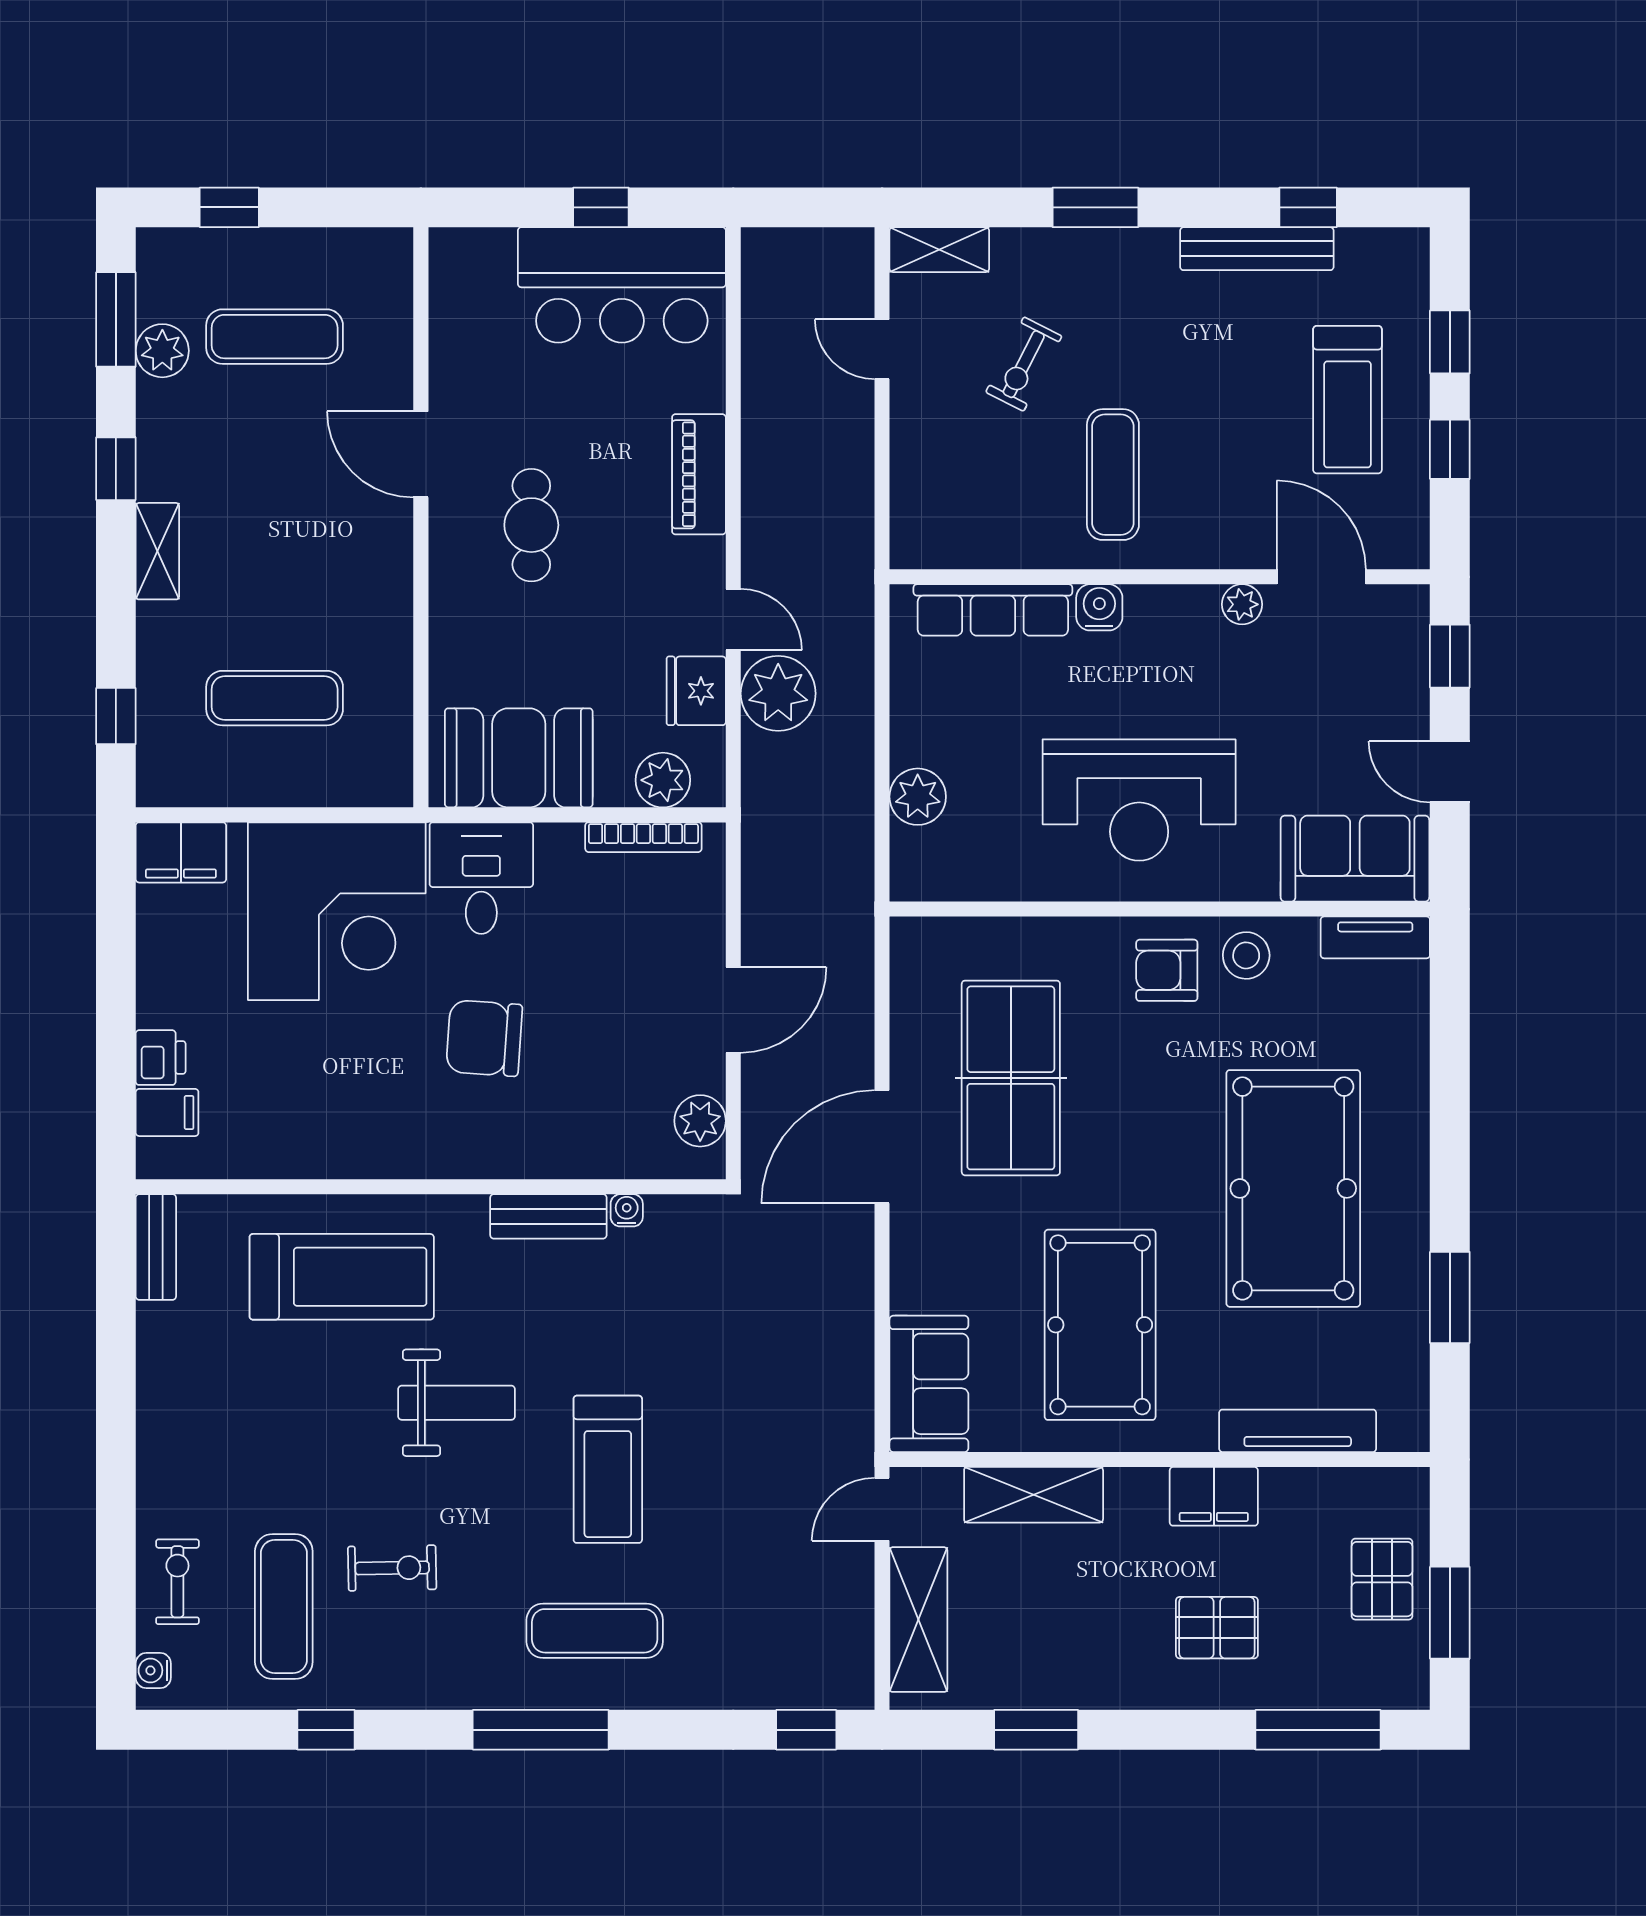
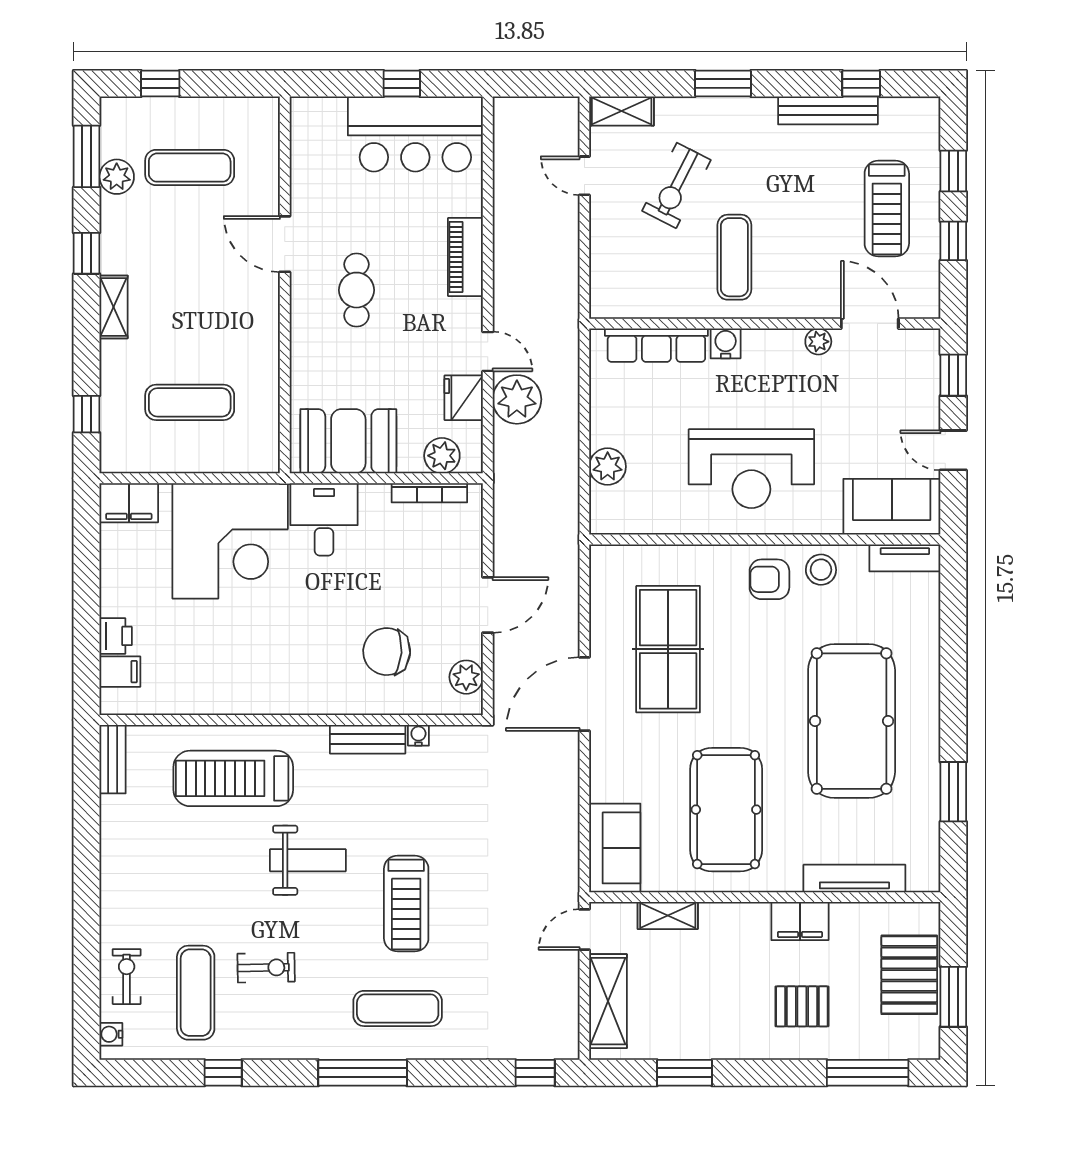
exercise bike: (1024, 364) -> (676, 185), width x1.38, depth x1.39
chair: (484, 1038) -> (387, 652), moved
treadmill: (342, 1277) -> (233, 778), turned 180
shelving: (1034, 1495) -> (668, 916), width x0.67, depth x0.75
pallet: (1382, 1579) -> (909, 975), width x1.50, depth x1.42

